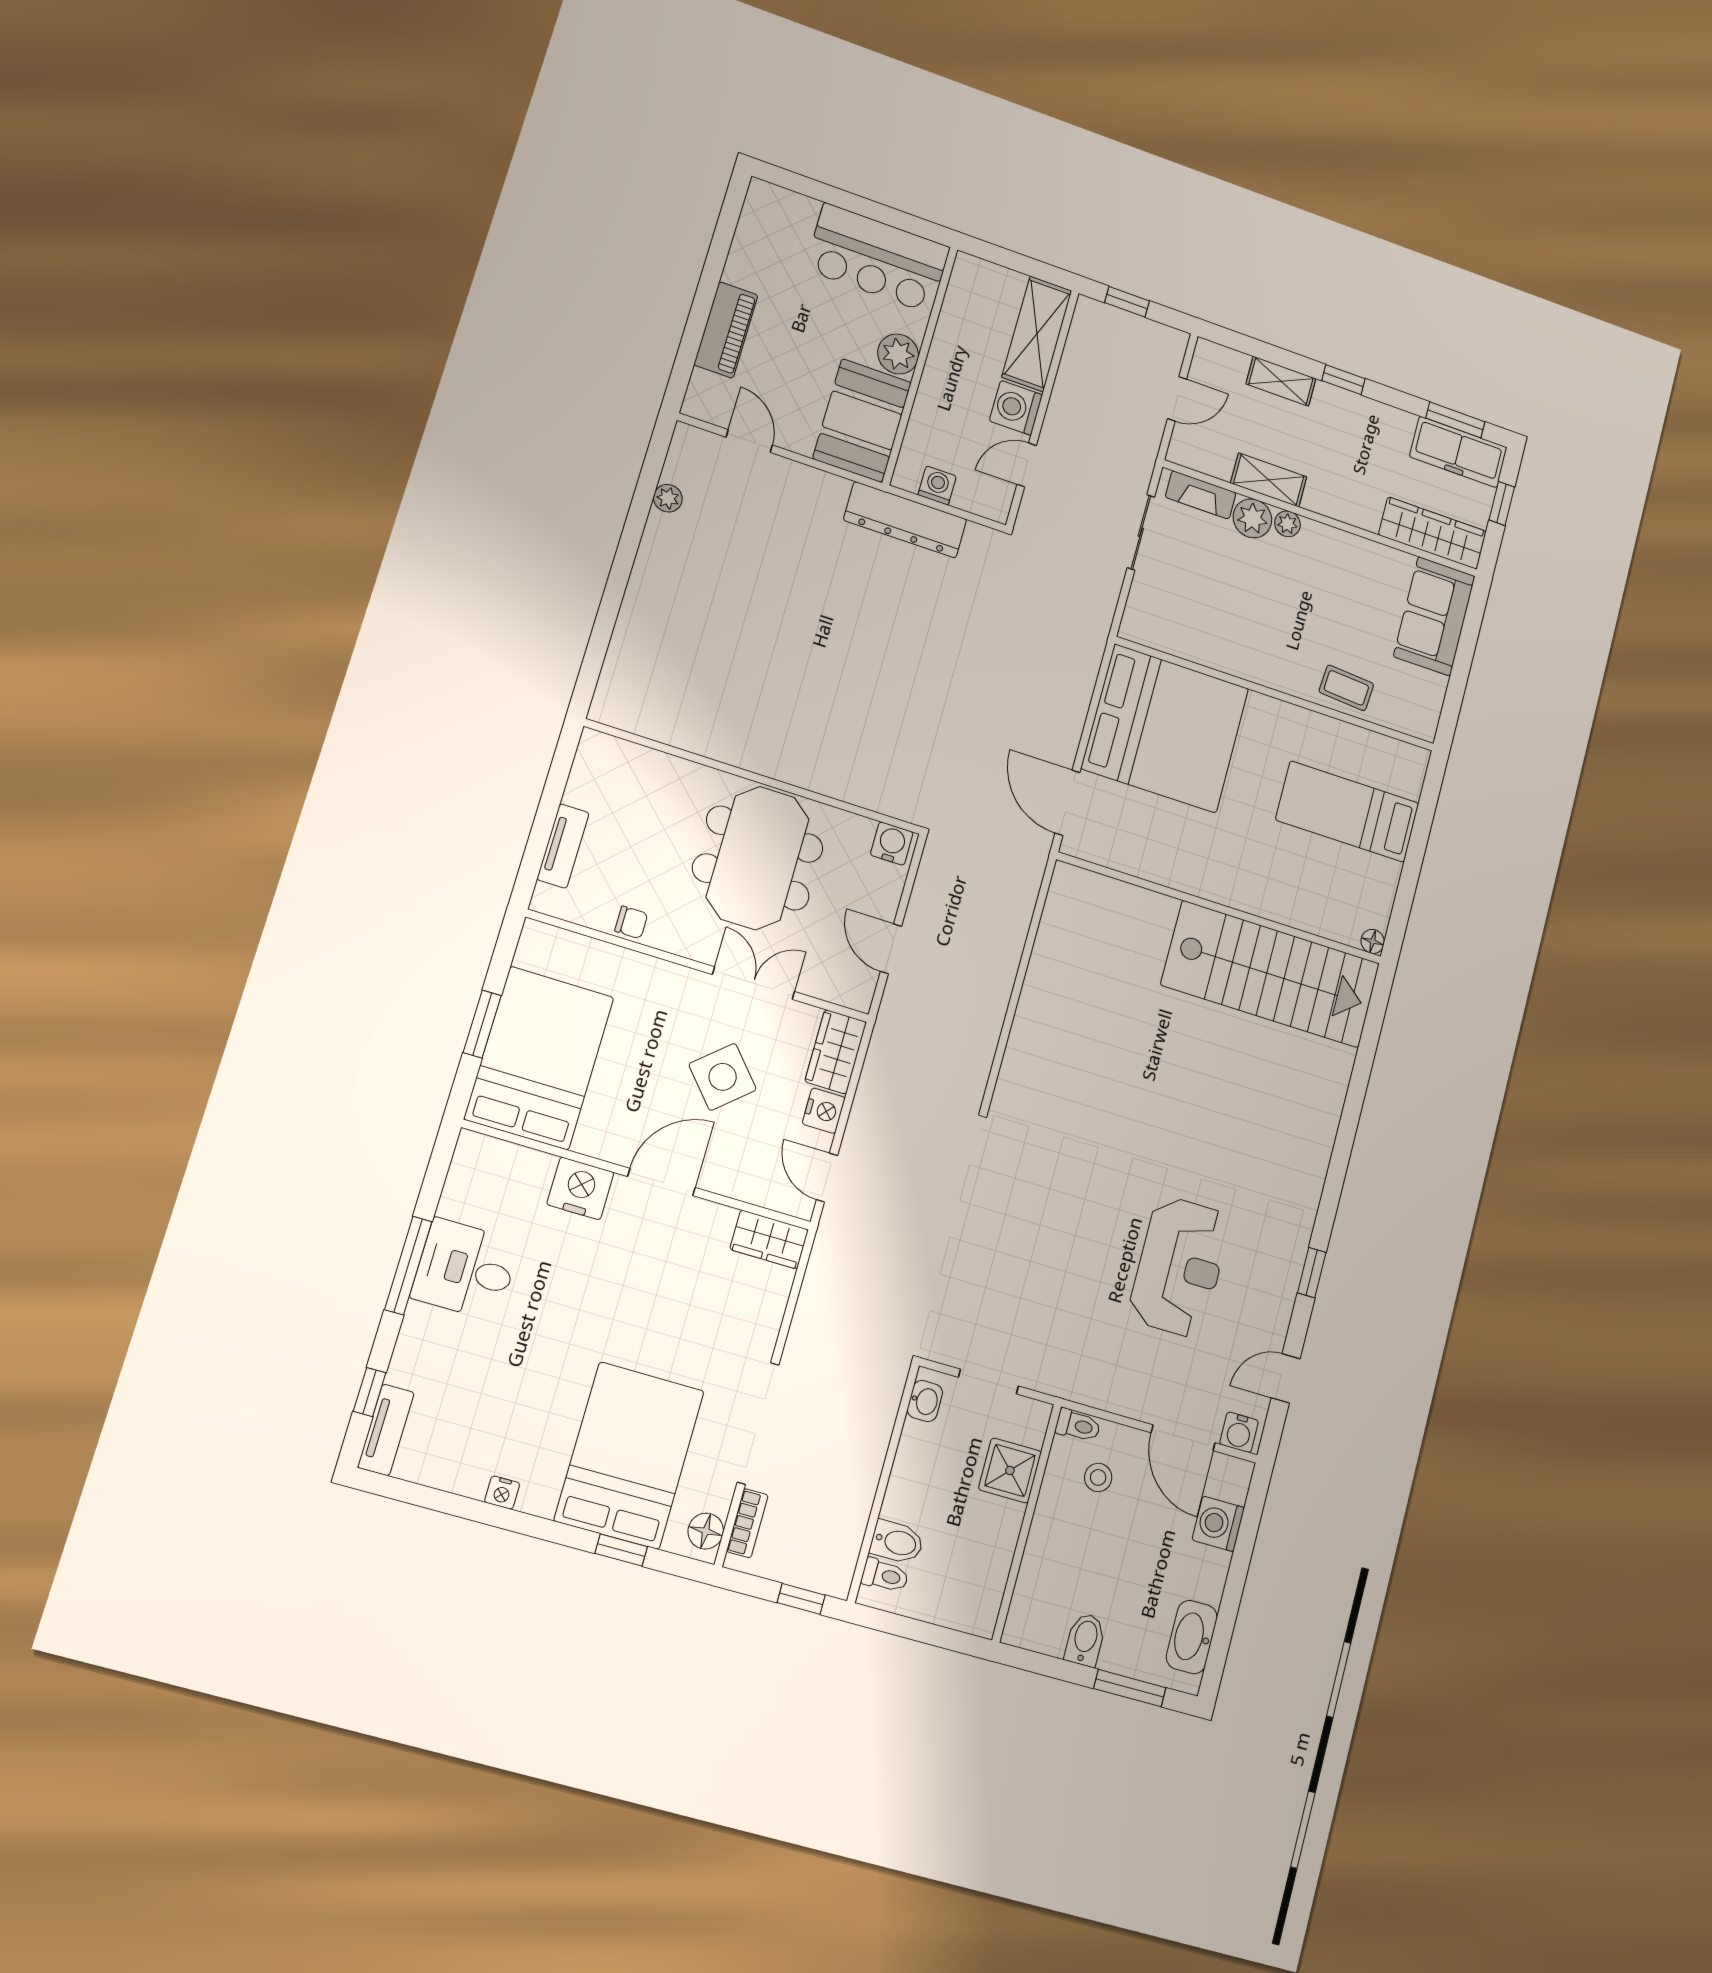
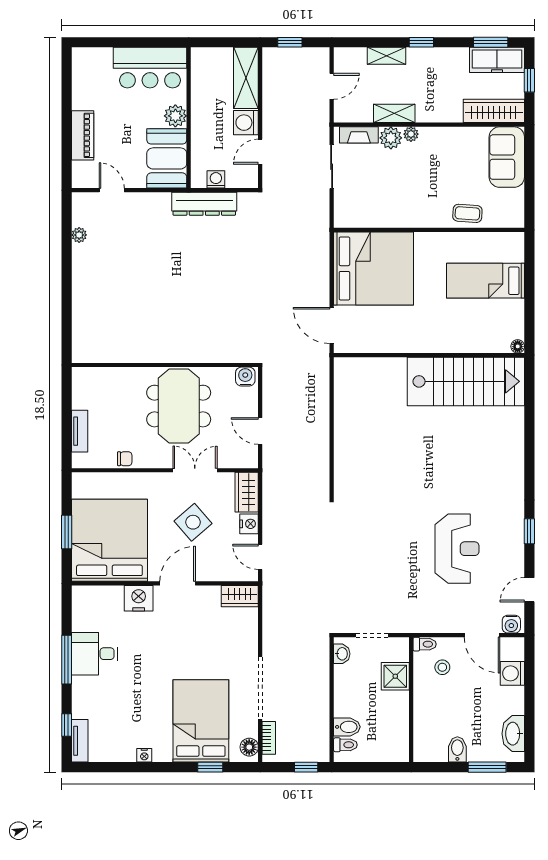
bed: (539, 1058) -> (109, 540), width x1.36

